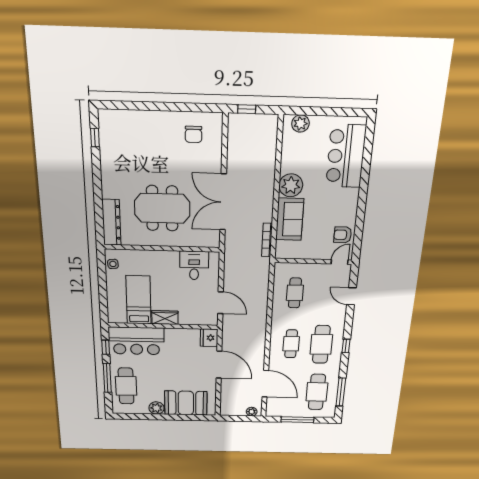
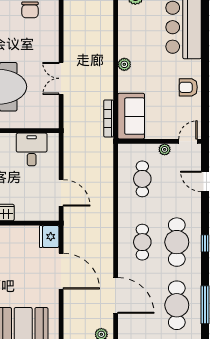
plant: (291, 185) -> (124, 64), width x0.53, depth x0.53
double door: (223, 202) -> (61, 78), width x0.54
sofa: (290, 219) -> (131, 116), moved
armchair: (343, 235) -> (188, 87), moved
plant: (317, 268) -> (165, 149), added

